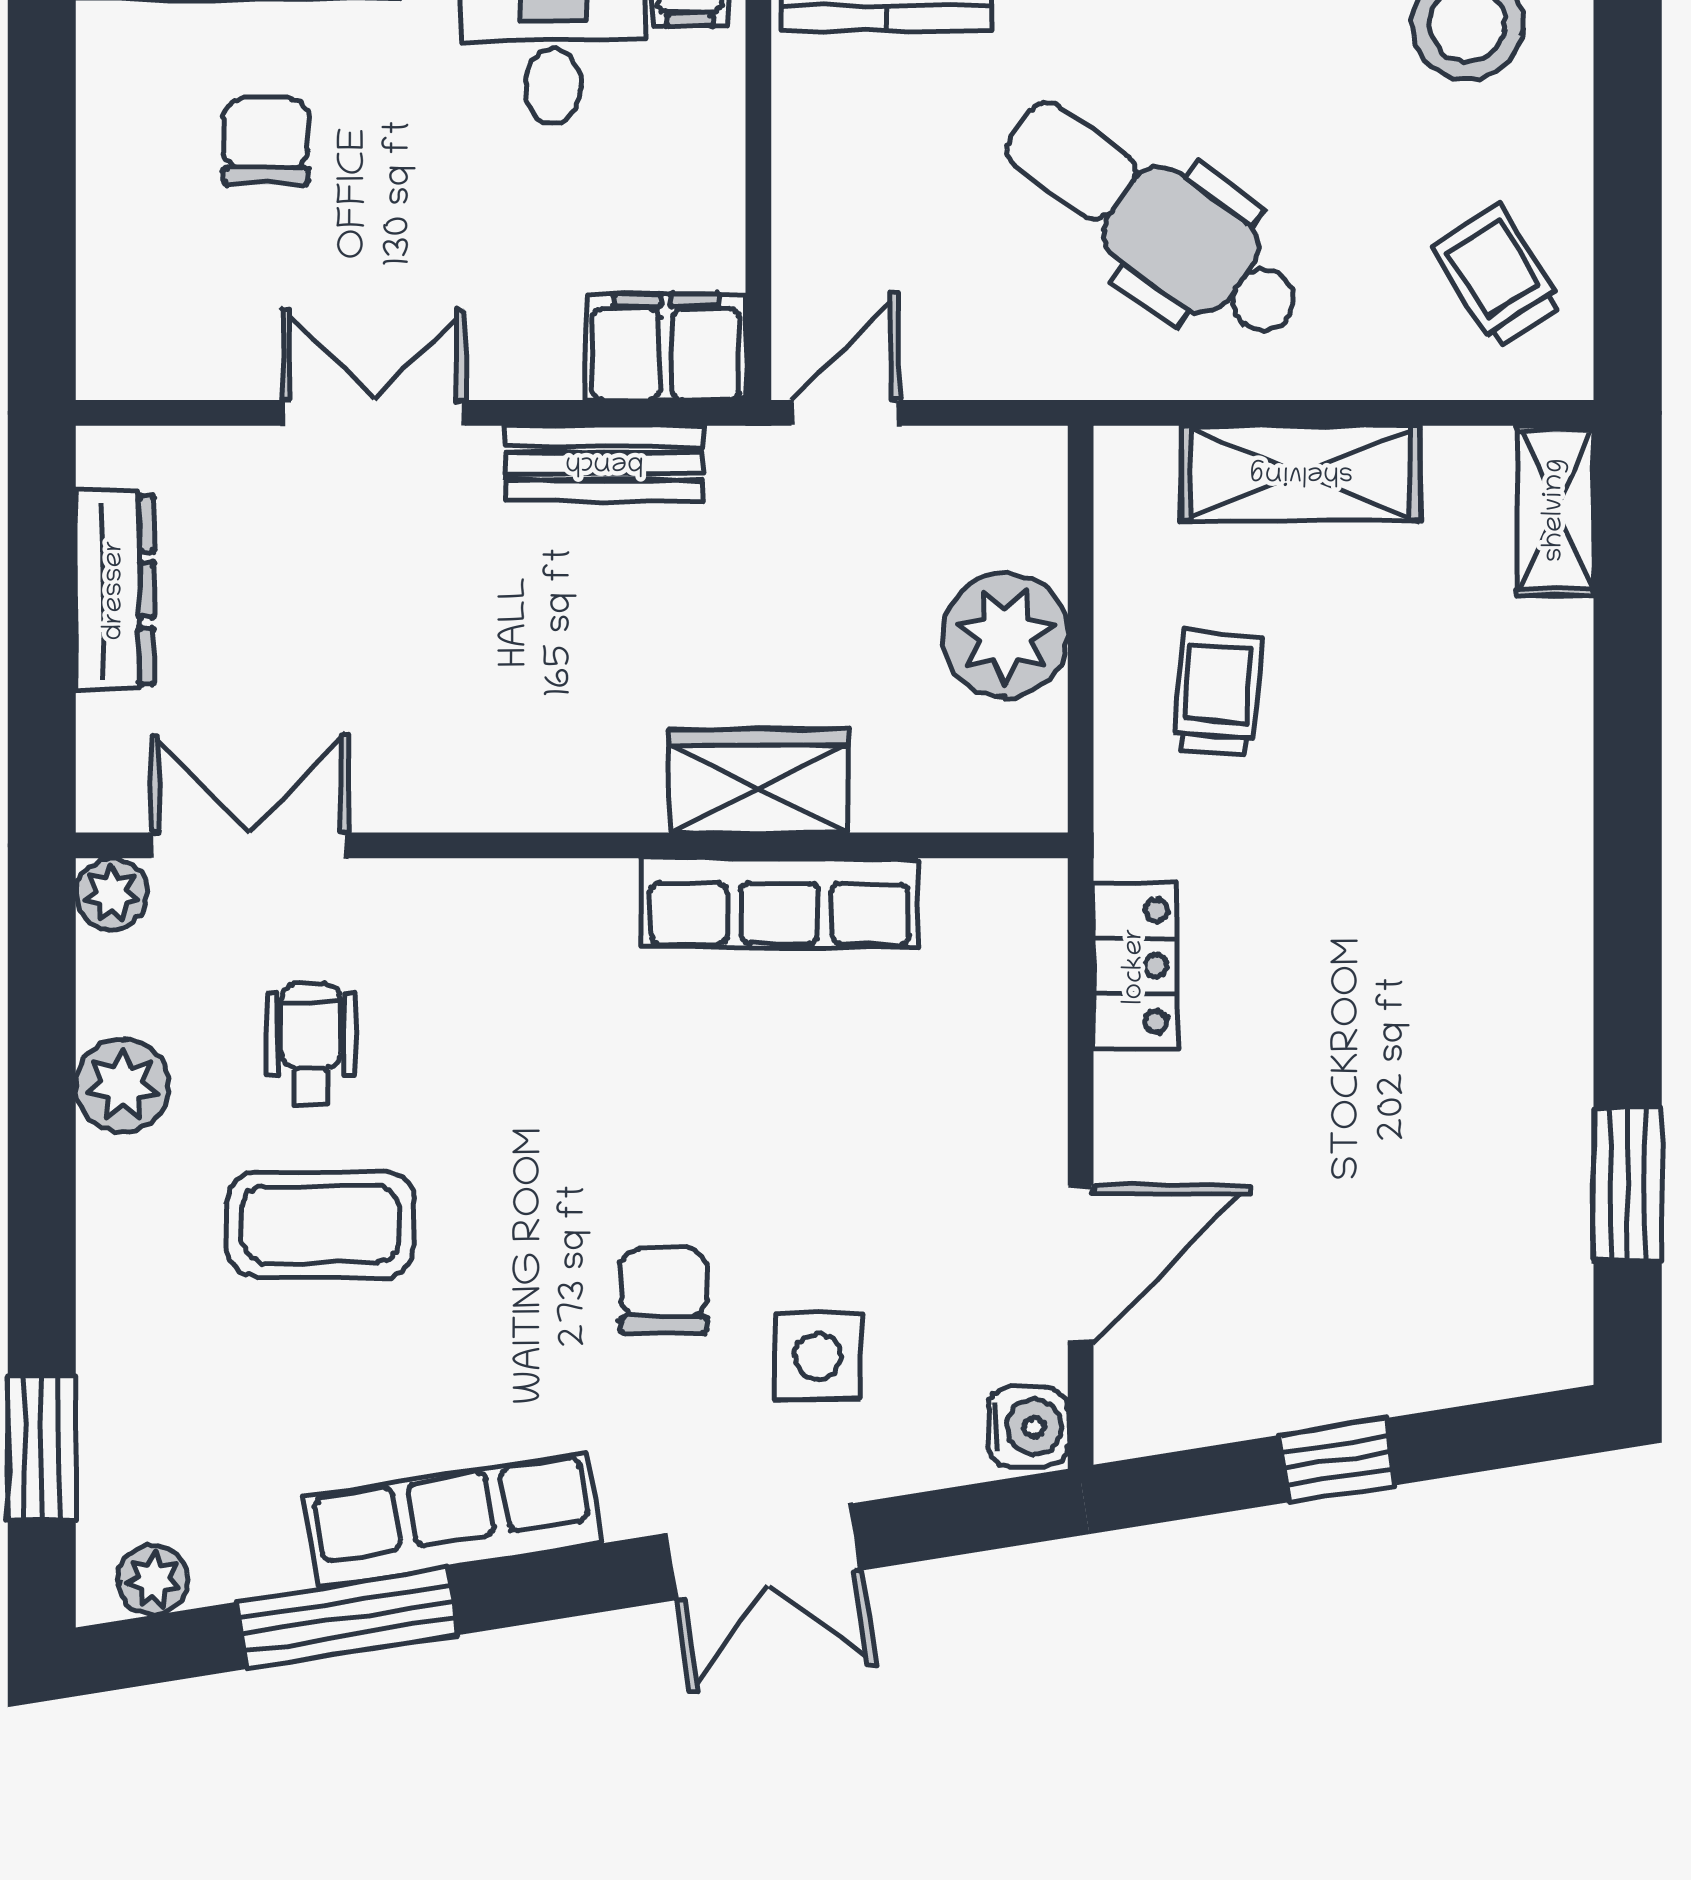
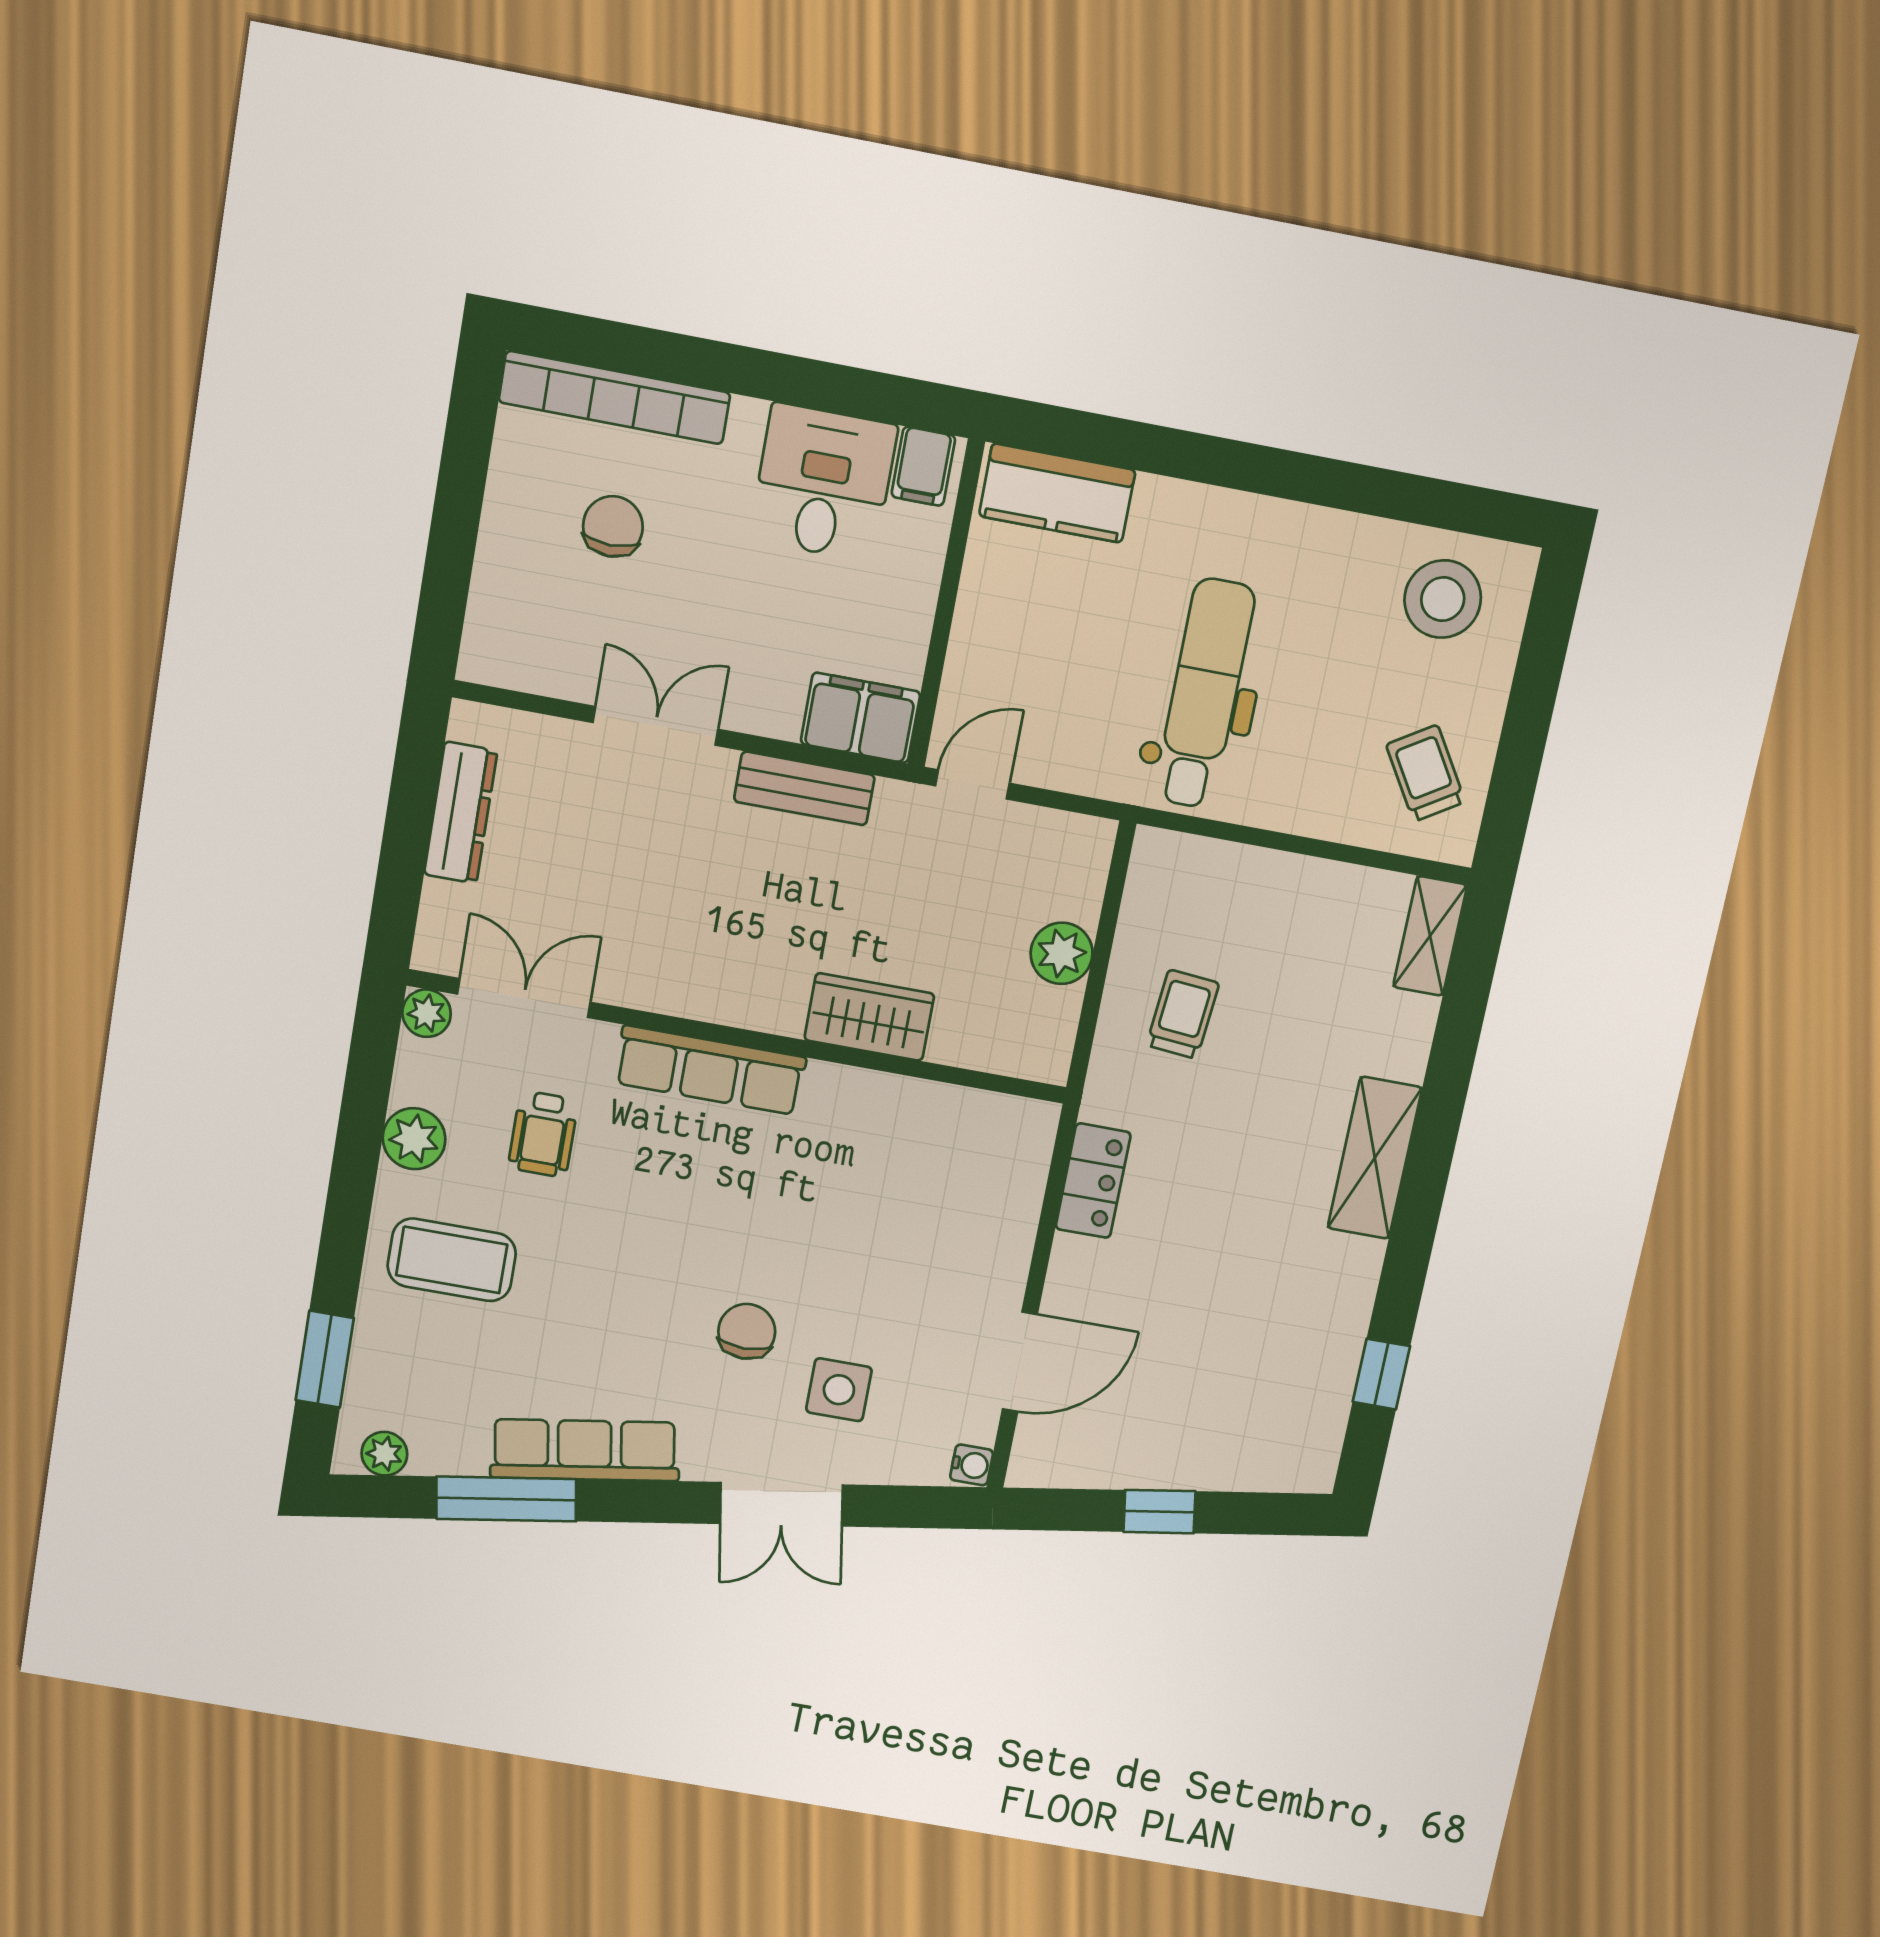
dental chair: (1154, 221) -> (1205, 693), turned 54
shelving: (1301, 473) -> (1375, 1158), moved, turned 90
plant: (1005, 635) -> (1062, 953), width x0.73, depth x0.73
row of seats: (779, 903) -> (710, 1070), moved
wheelchair: (311, 1044) -> (543, 1134), turned 180
window: (1628, 1184) -> (1381, 1374), width x0.67
coffee table: (321, 1225) -> (452, 1260), moved
water cooler: (1028, 1427) -> (972, 1465), width x0.72, depth x0.72

